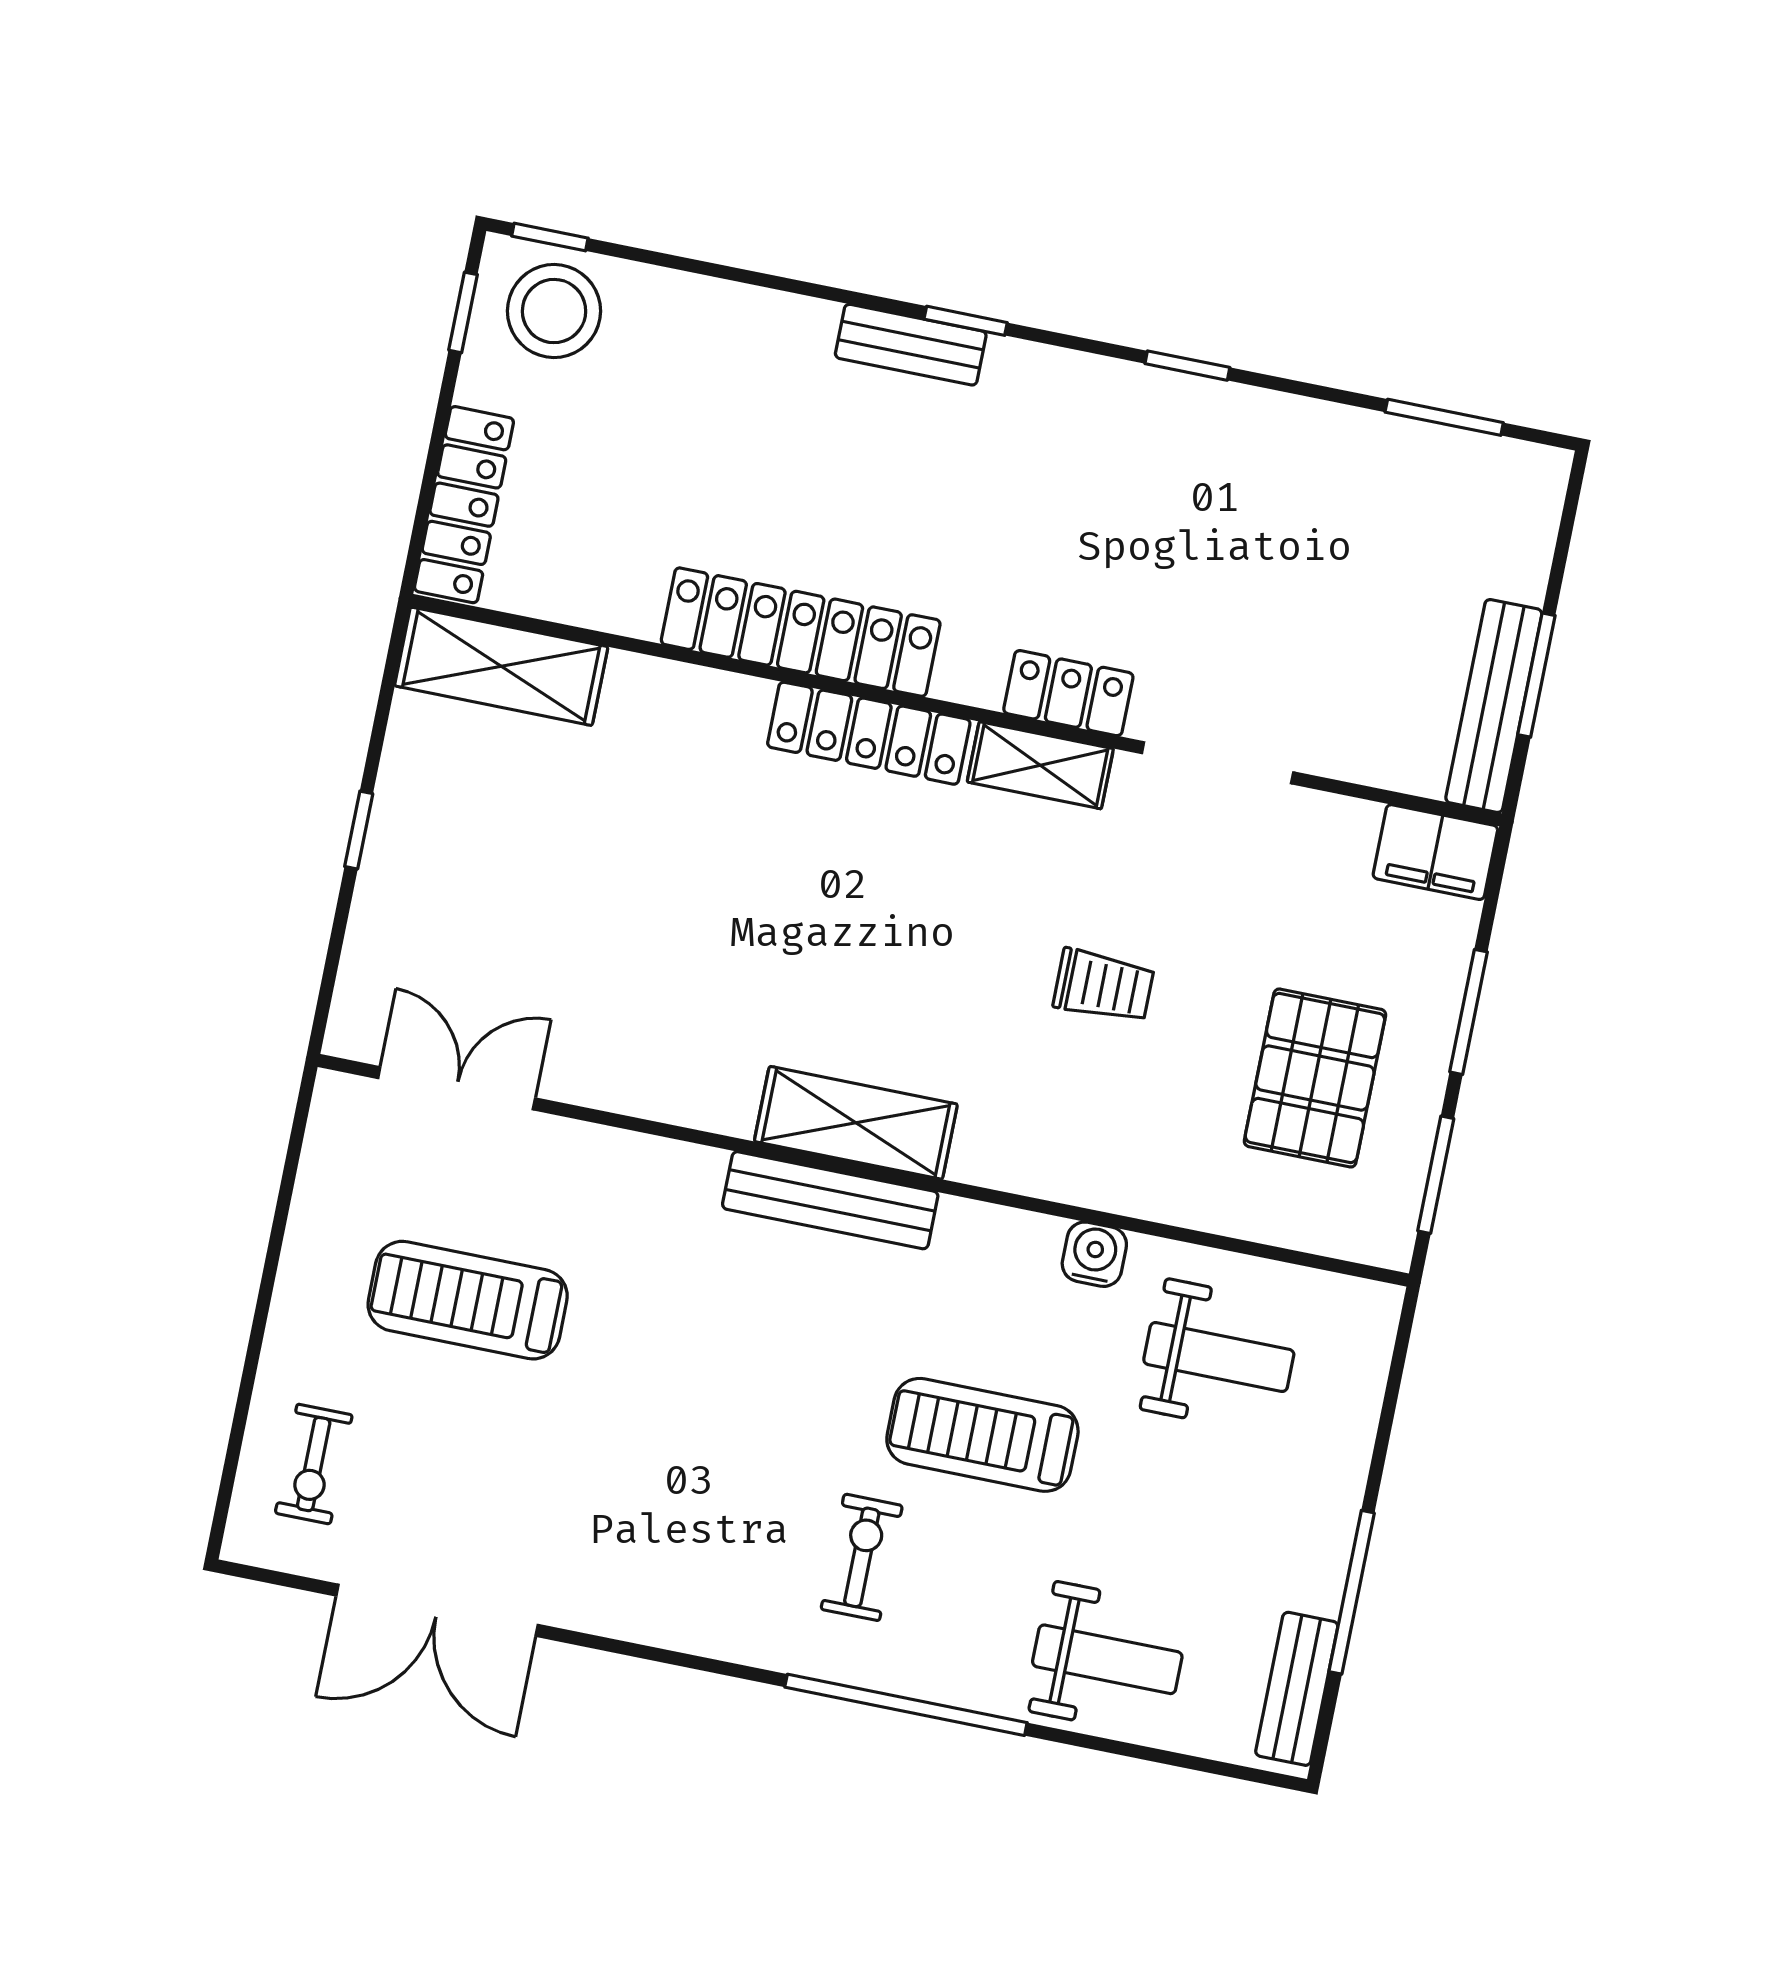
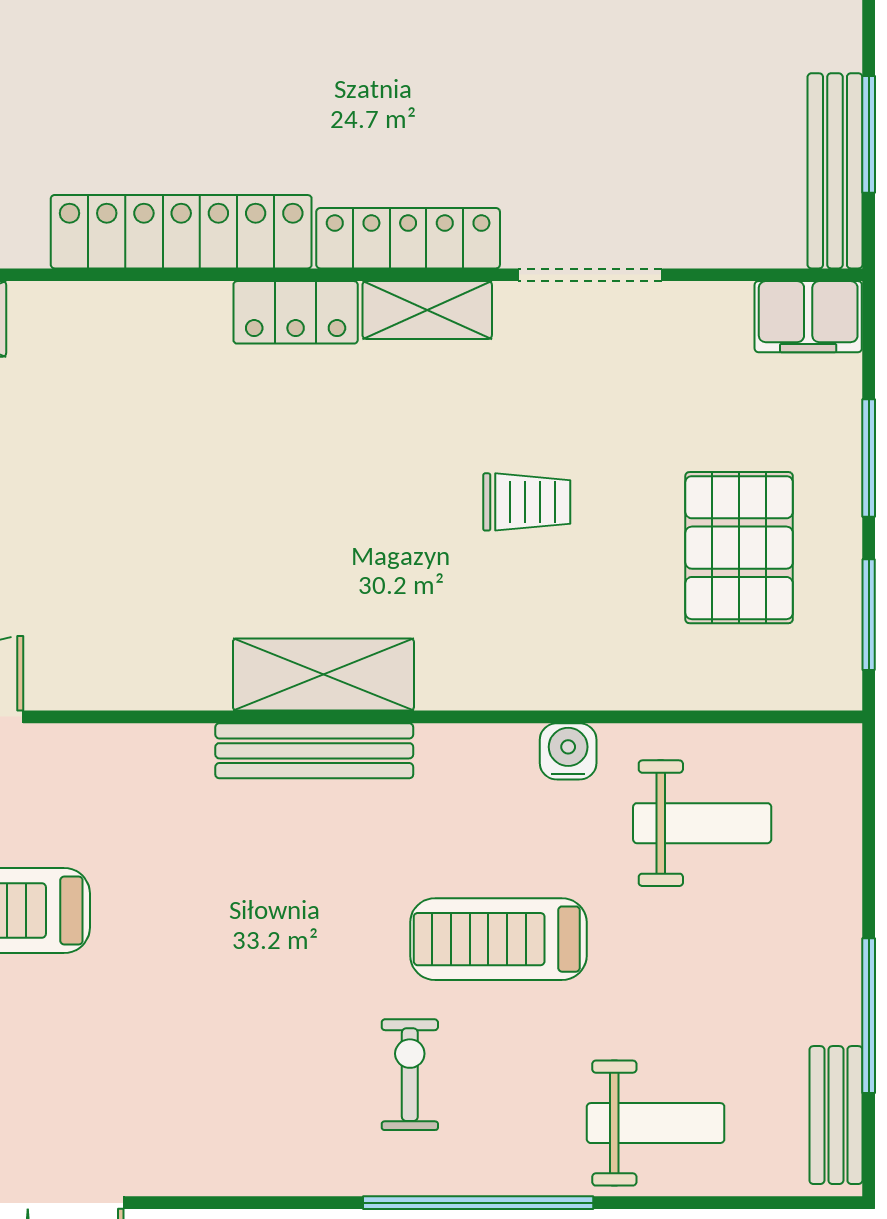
locker: (1068, 693) -> (408, 238), width x1.53
locker: (869, 733) -> (296, 312), width x0.66

